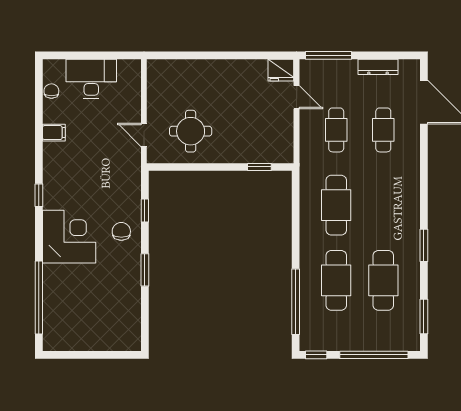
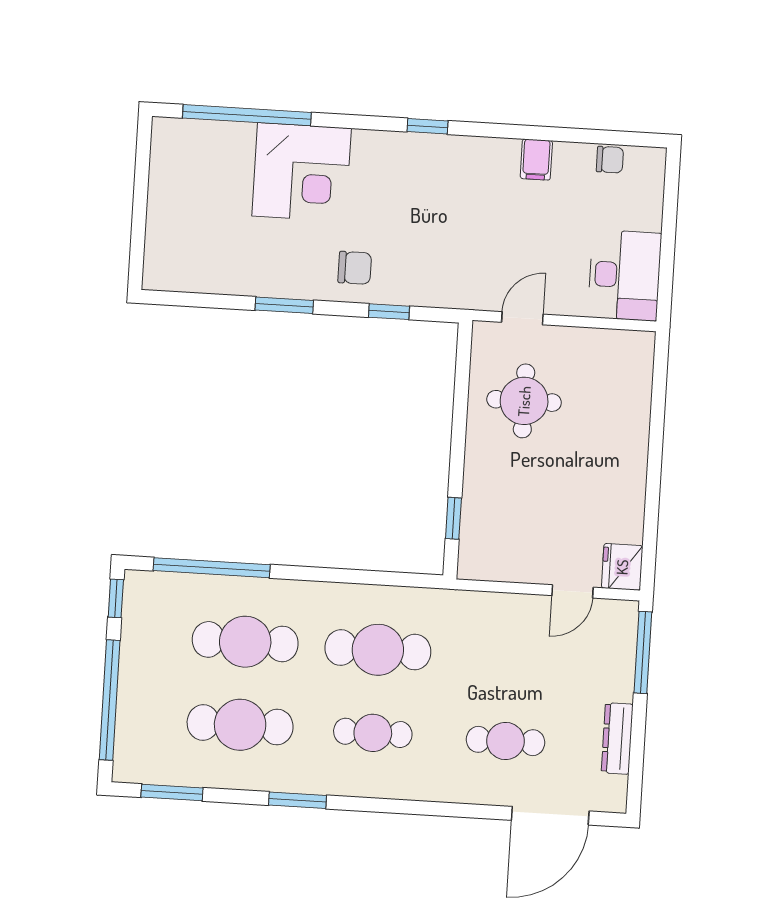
desk: (91, 79) -> (625, 275), moved
cafe table: (336, 130) -> (373, 733), moved
corner desk: (69, 237) -> (302, 172), moved

